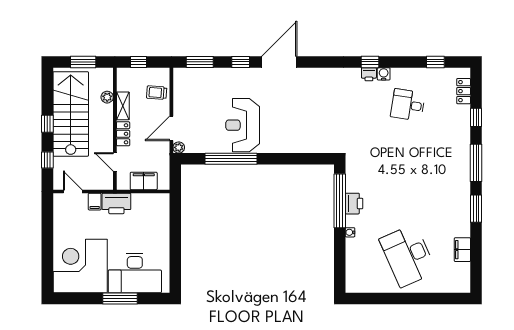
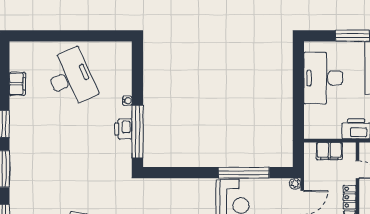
desk: (135, 273) -> (323, 78), moved, turned -90

